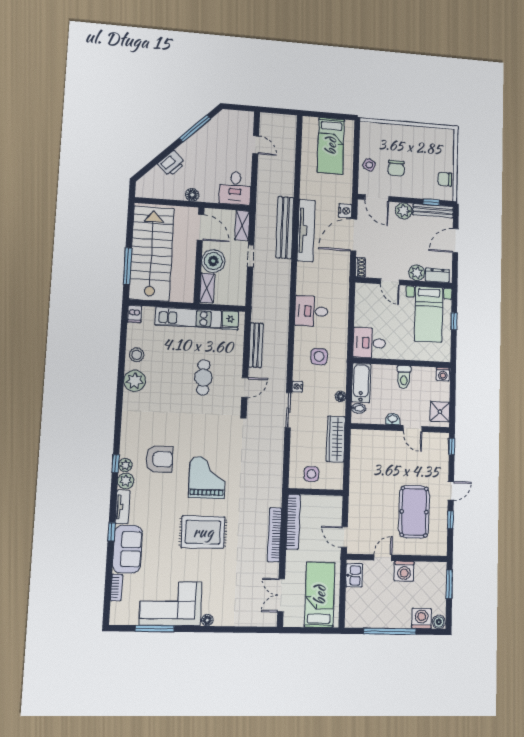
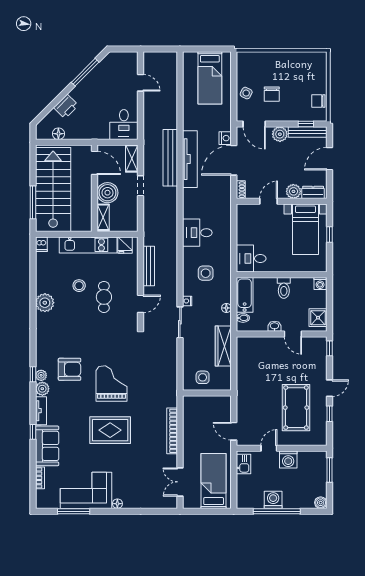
floor lamp: (192, 195) -> (58, 134), moved
door: (390, 282) -> (269, 201), swing flipped
stool: (137, 355) -> (79, 286), moved
bookcase: (293, 522) -> (188, 419), removed
washing machine: (422, 618) -> (273, 500), moved

